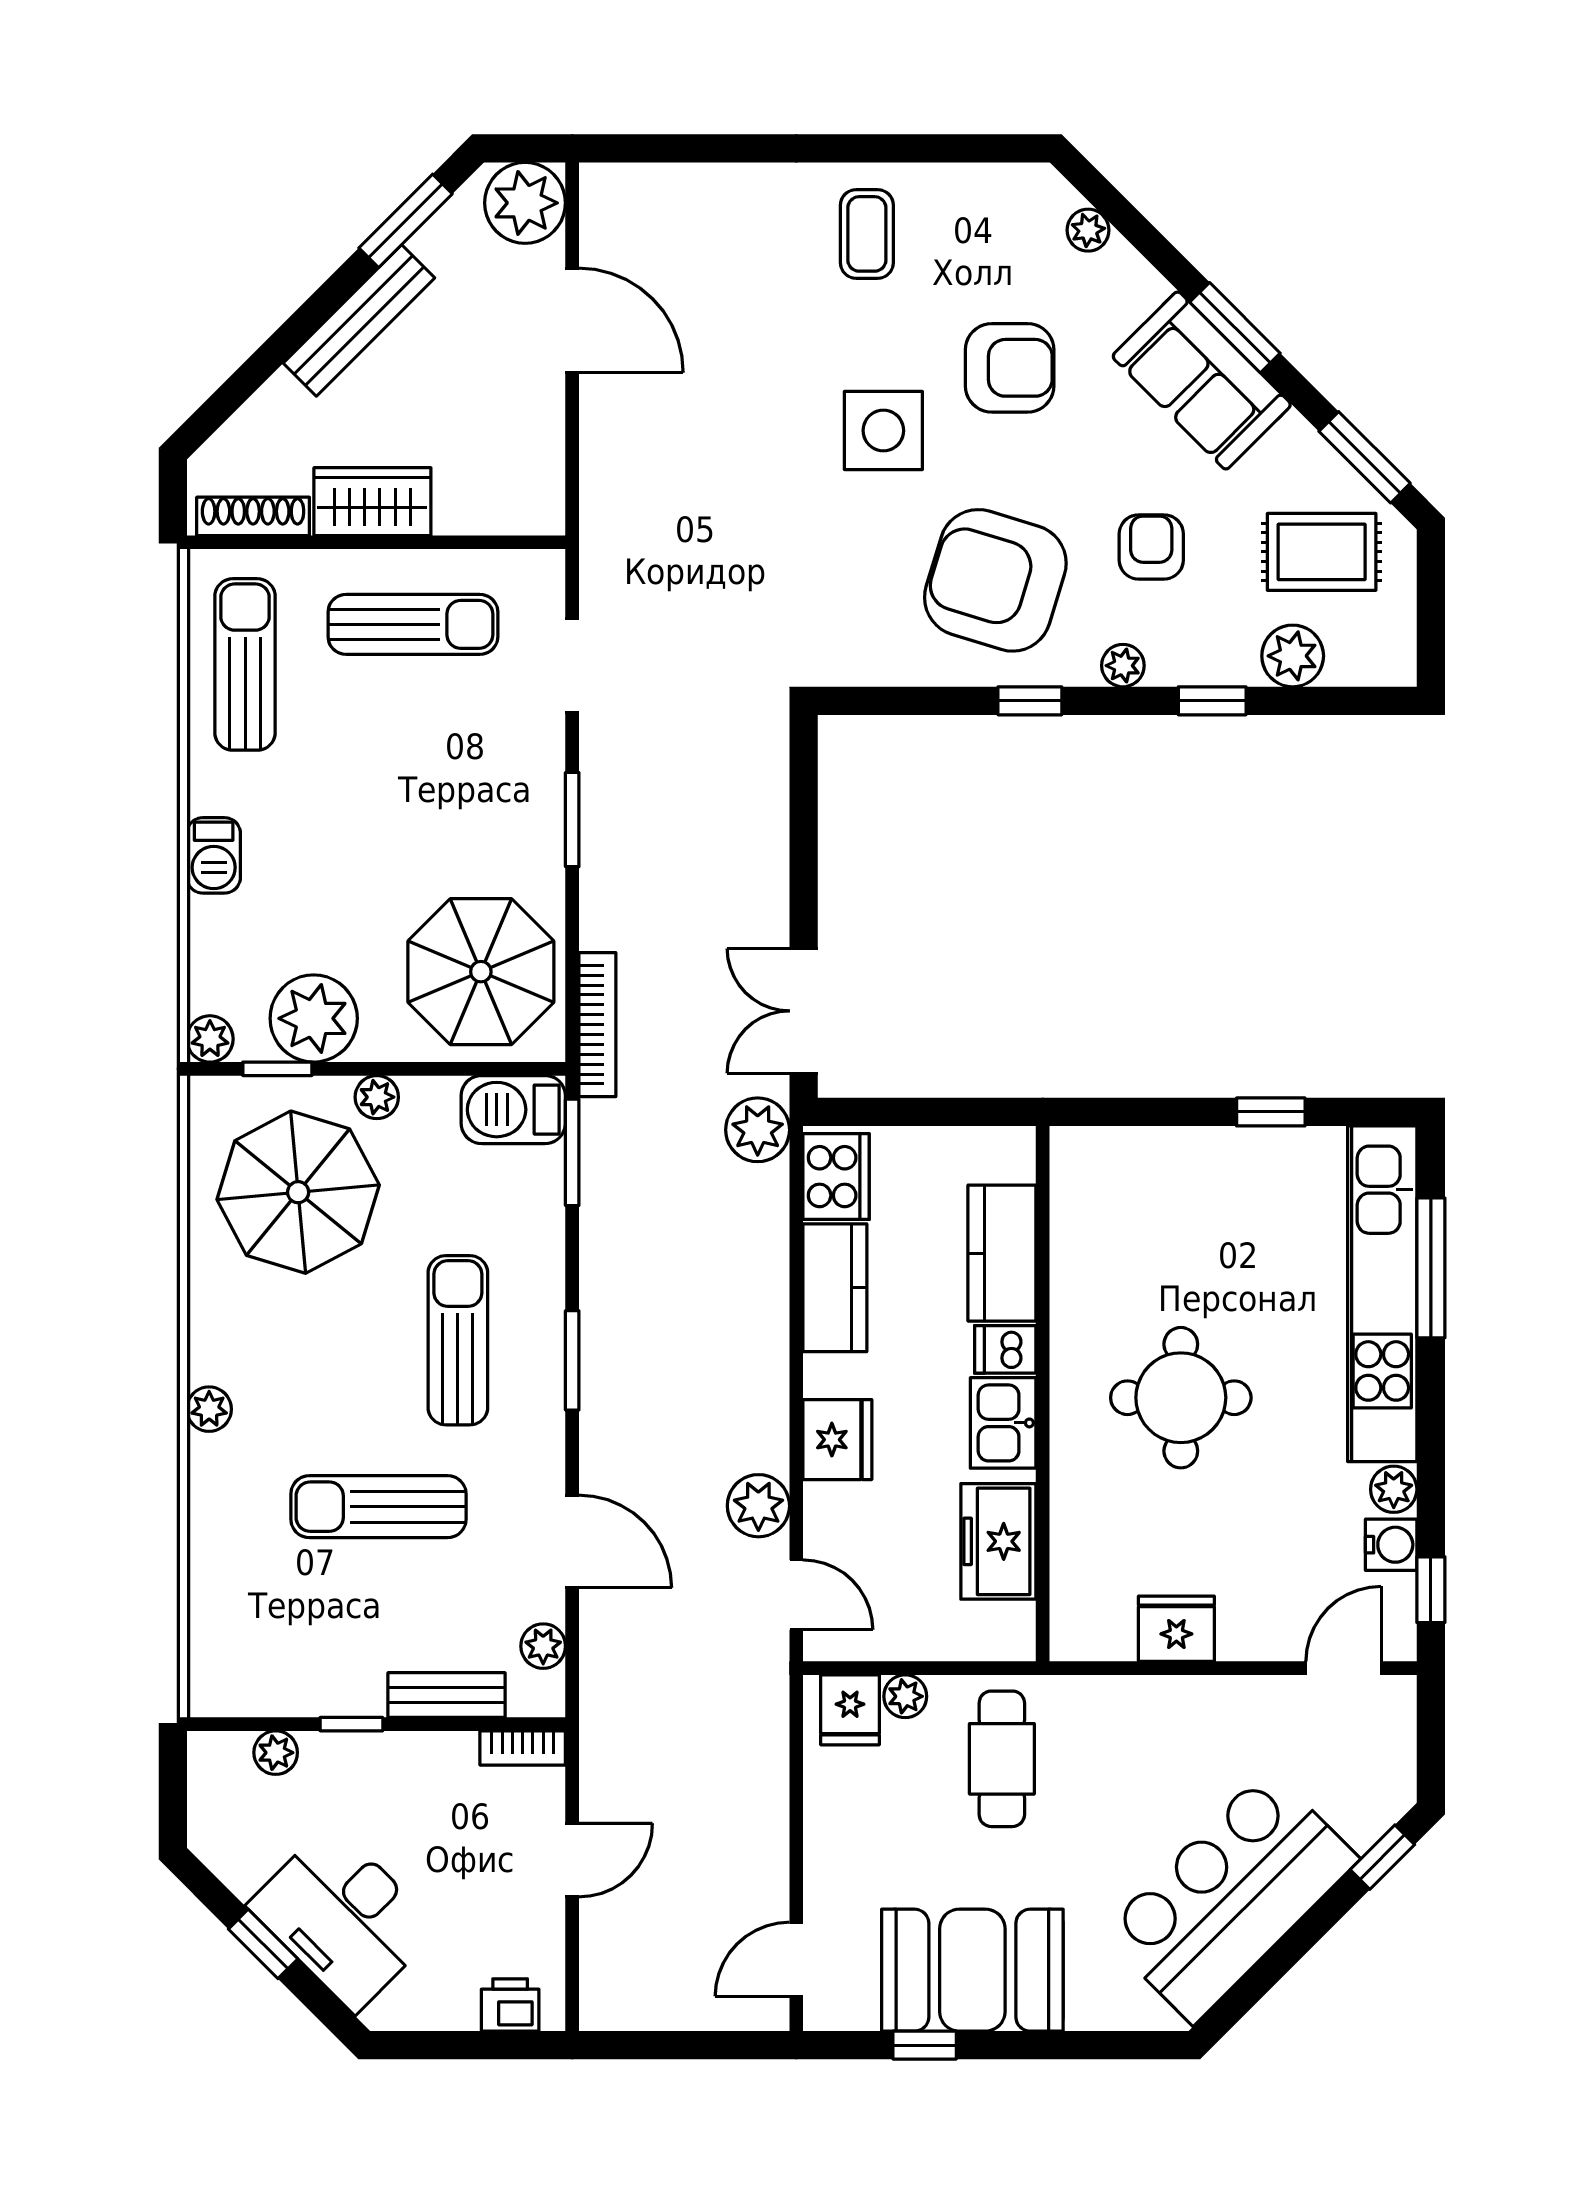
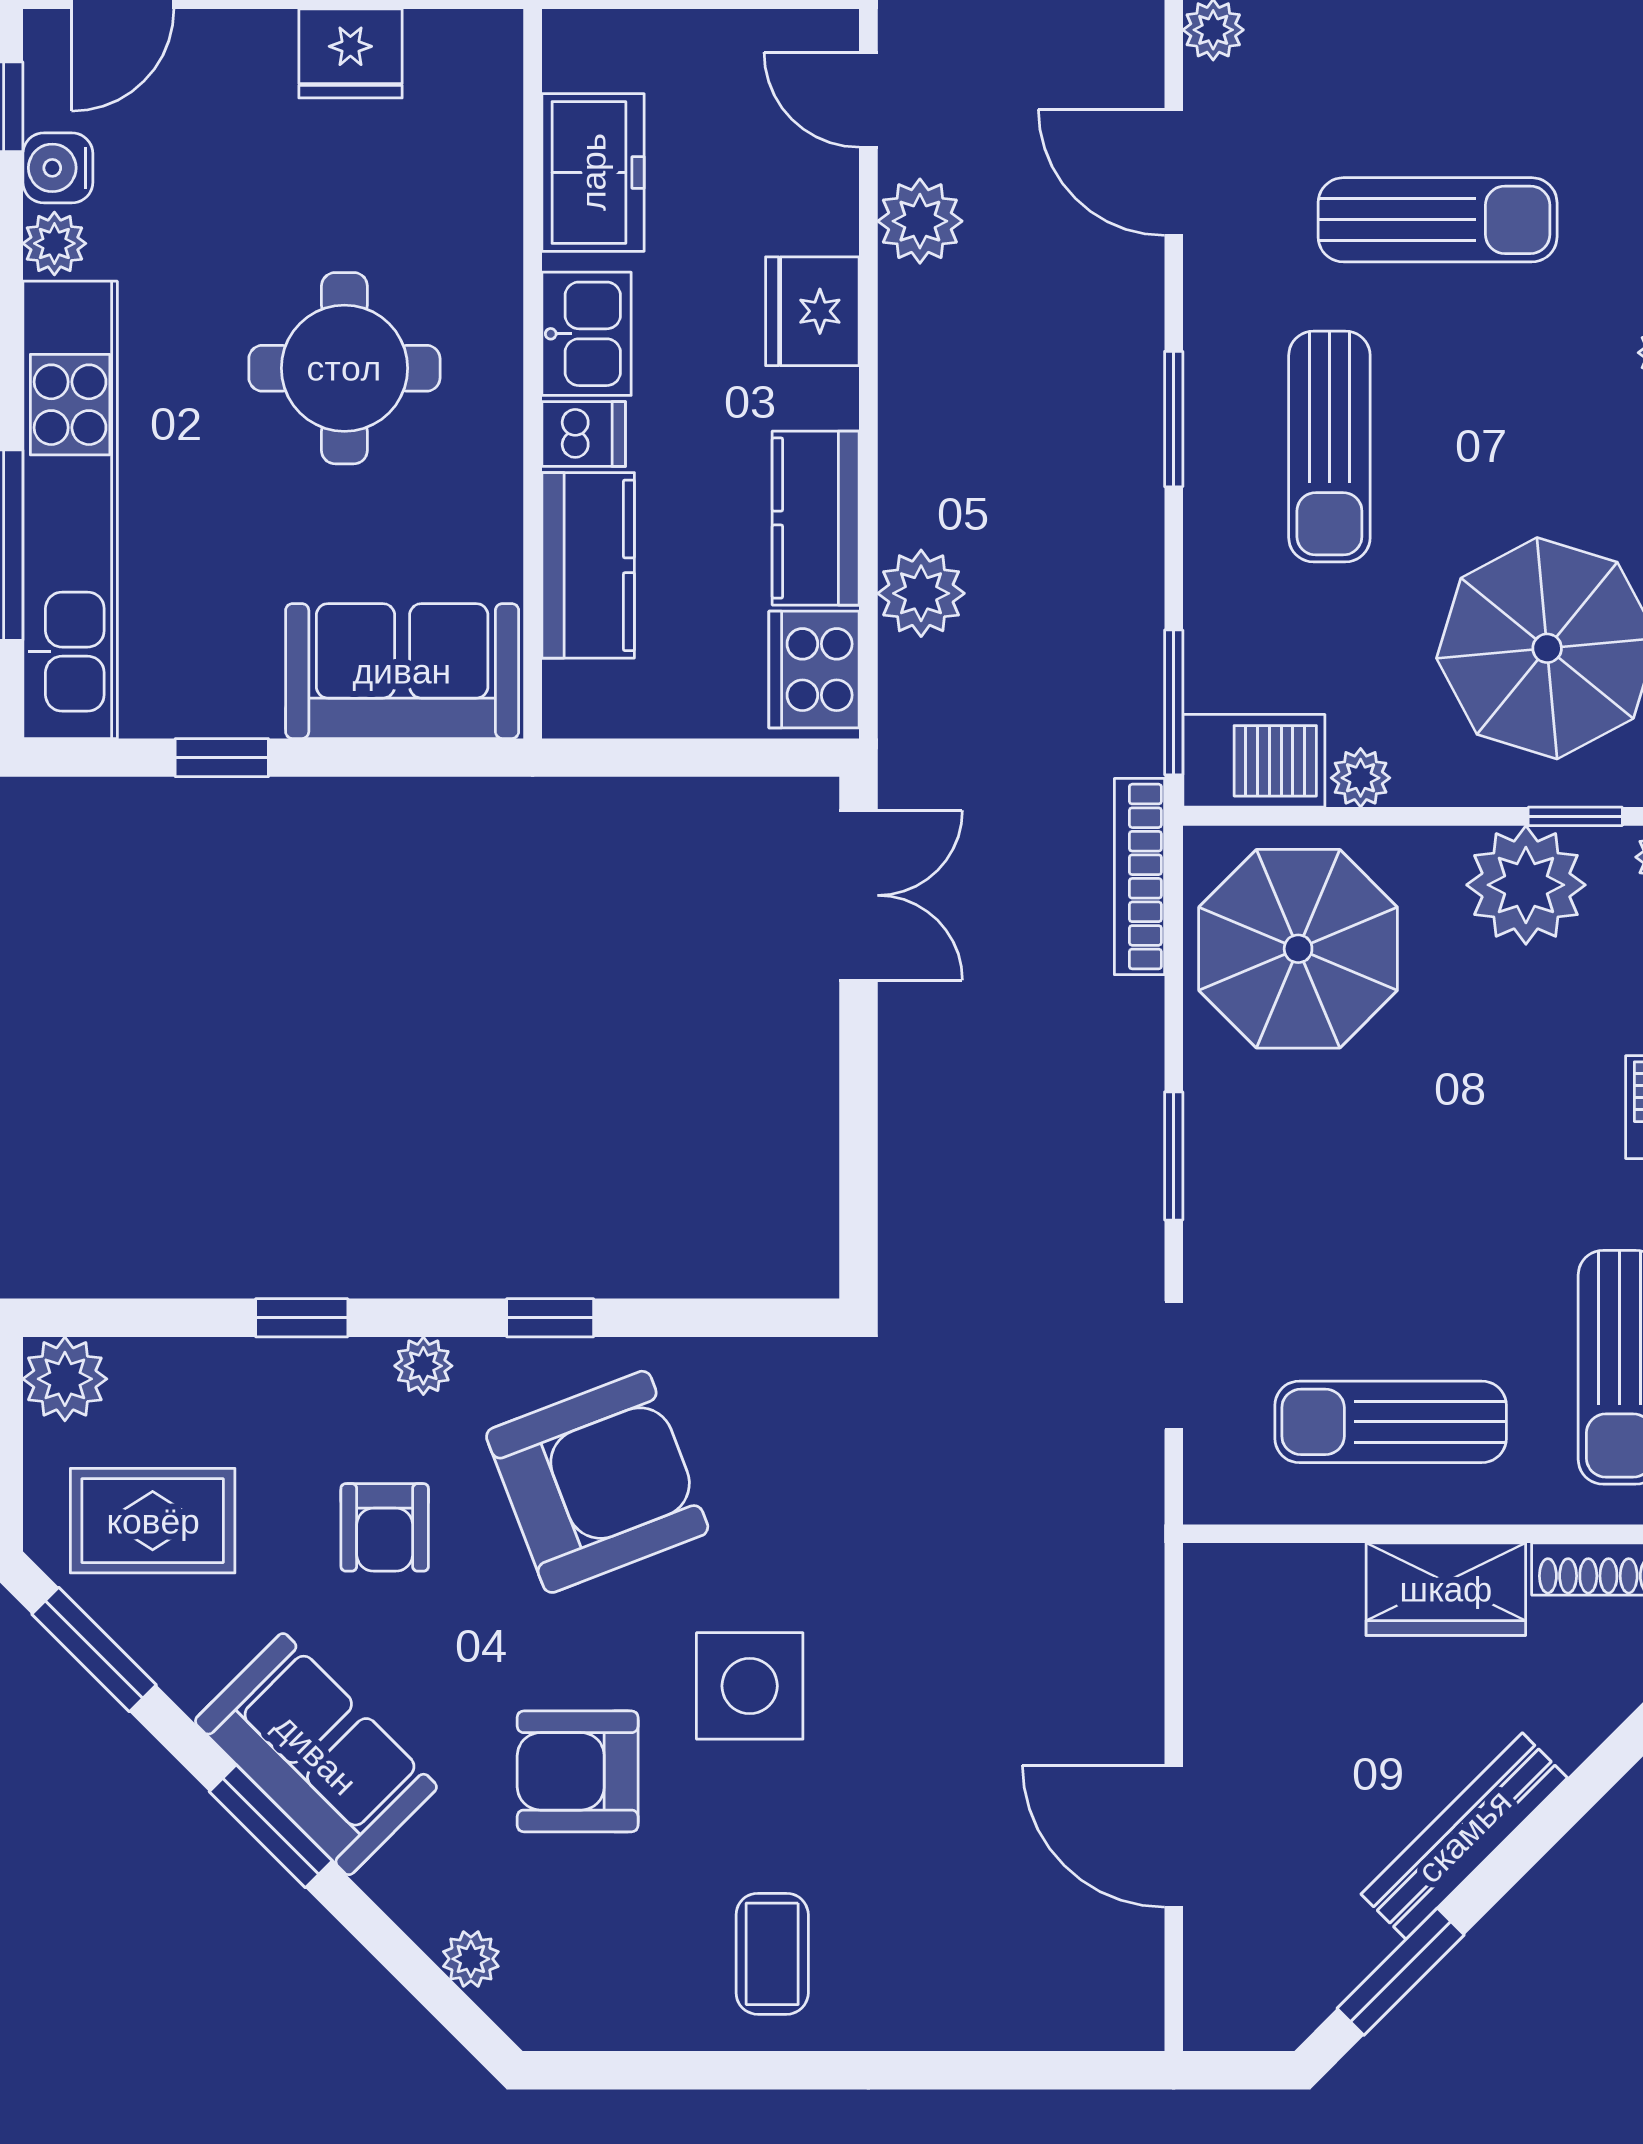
plant: (525, 203) -> (1238, 1996), removed
armchair: (995, 580) -> (597, 1482), turned -38
plant: (1293, 656) -> (65, 1379), moved
plant: (377, 1097) -> (1361, 778), moved
plant: (758, 1130) -> (921, 593), moved
sofa: (1138, 1175) -> (402, 671), added

